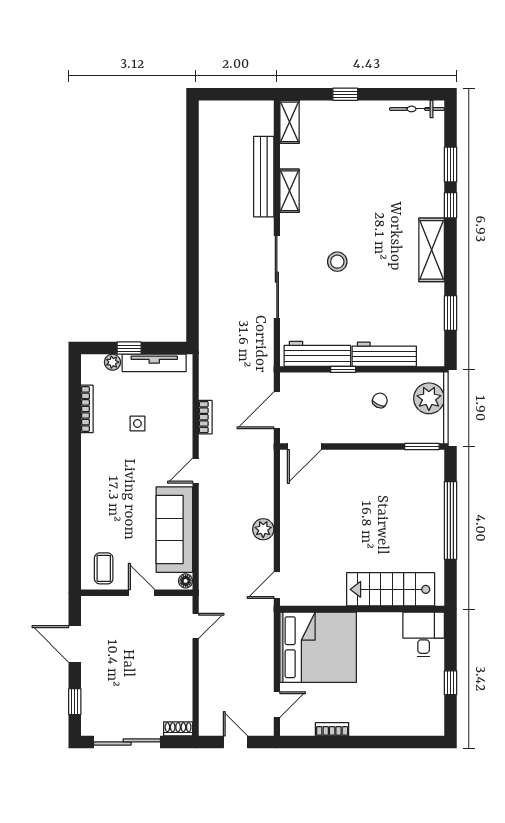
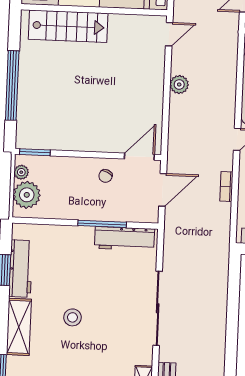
stool: (337, 262) -> (72, 317), moved
workbench: (384, 354) -> (21, 269), moved, turned -90
window: (343, 369) -> (102, 224), width x2.17
chair: (380, 400) -> (106, 176), moved
plant: (436, 424) -> (21, 172), added

